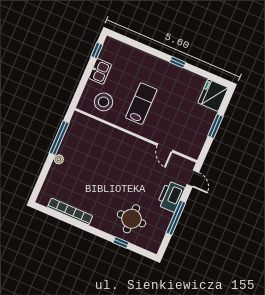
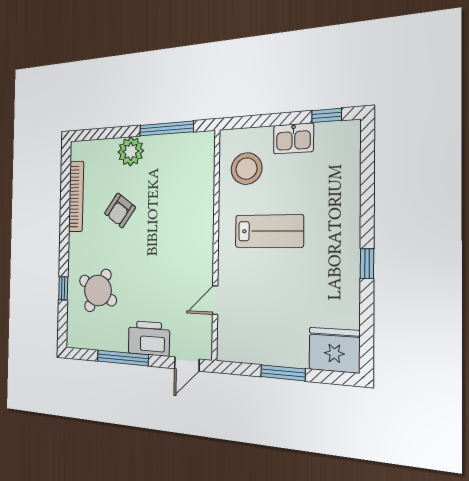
plant: (59, 159) -> (131, 151), width x1.88, depth x1.88
armchair: (92, 186) -> (120, 210), added
round table: (131, 219) -> (98, 290), turned 30

